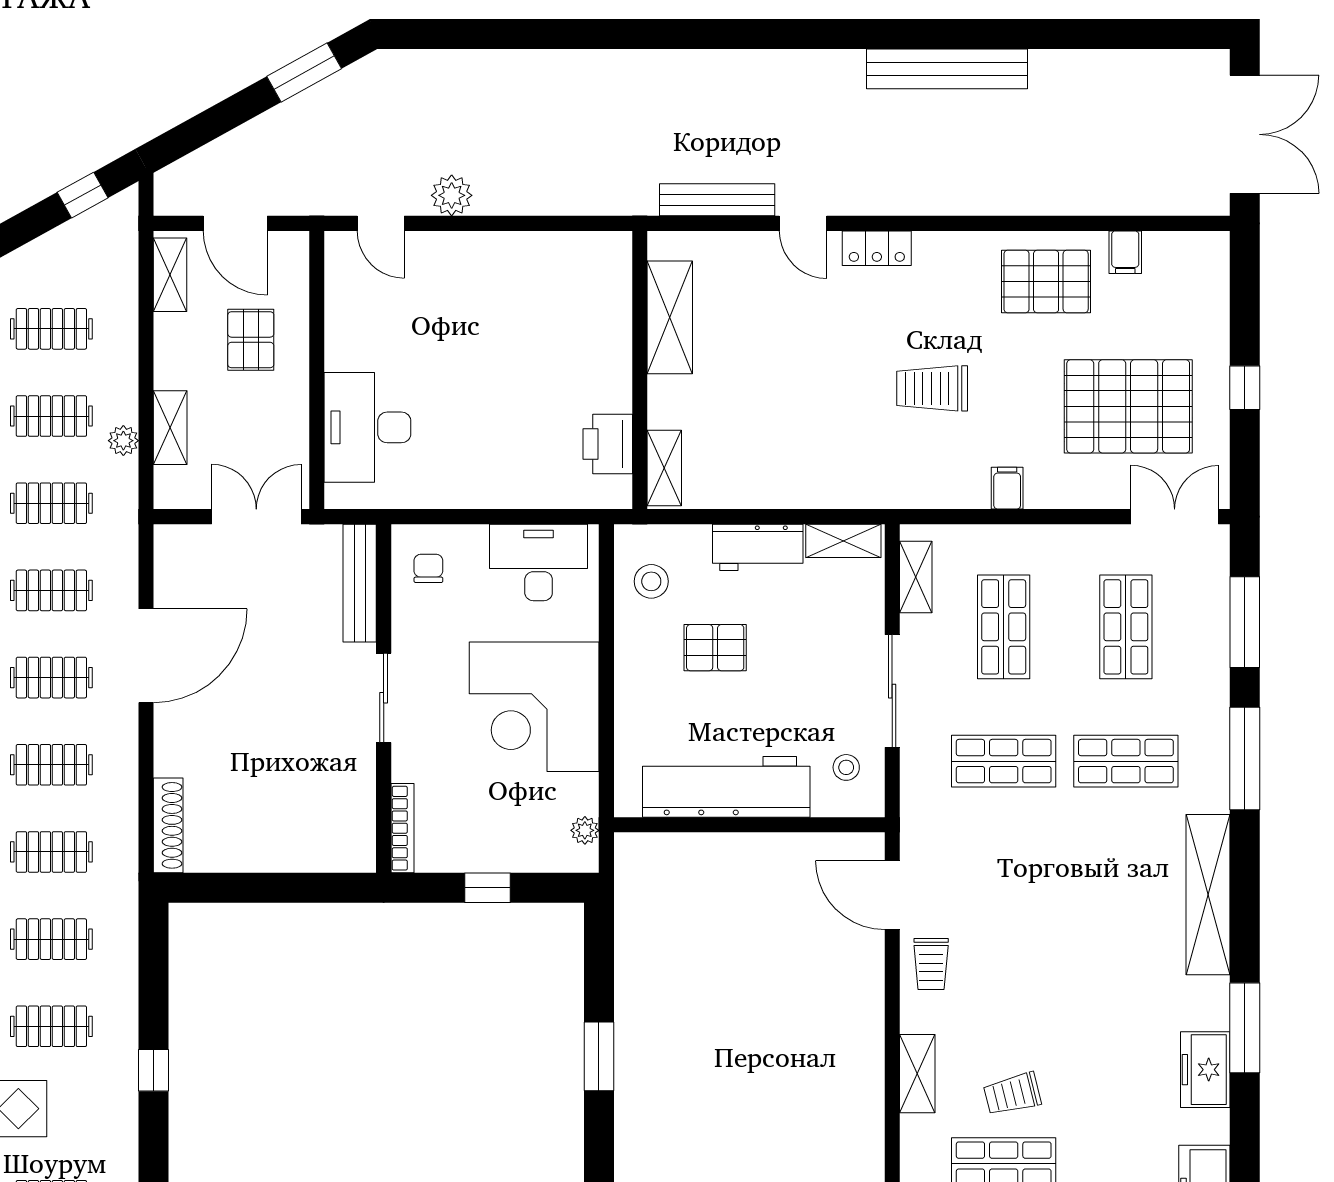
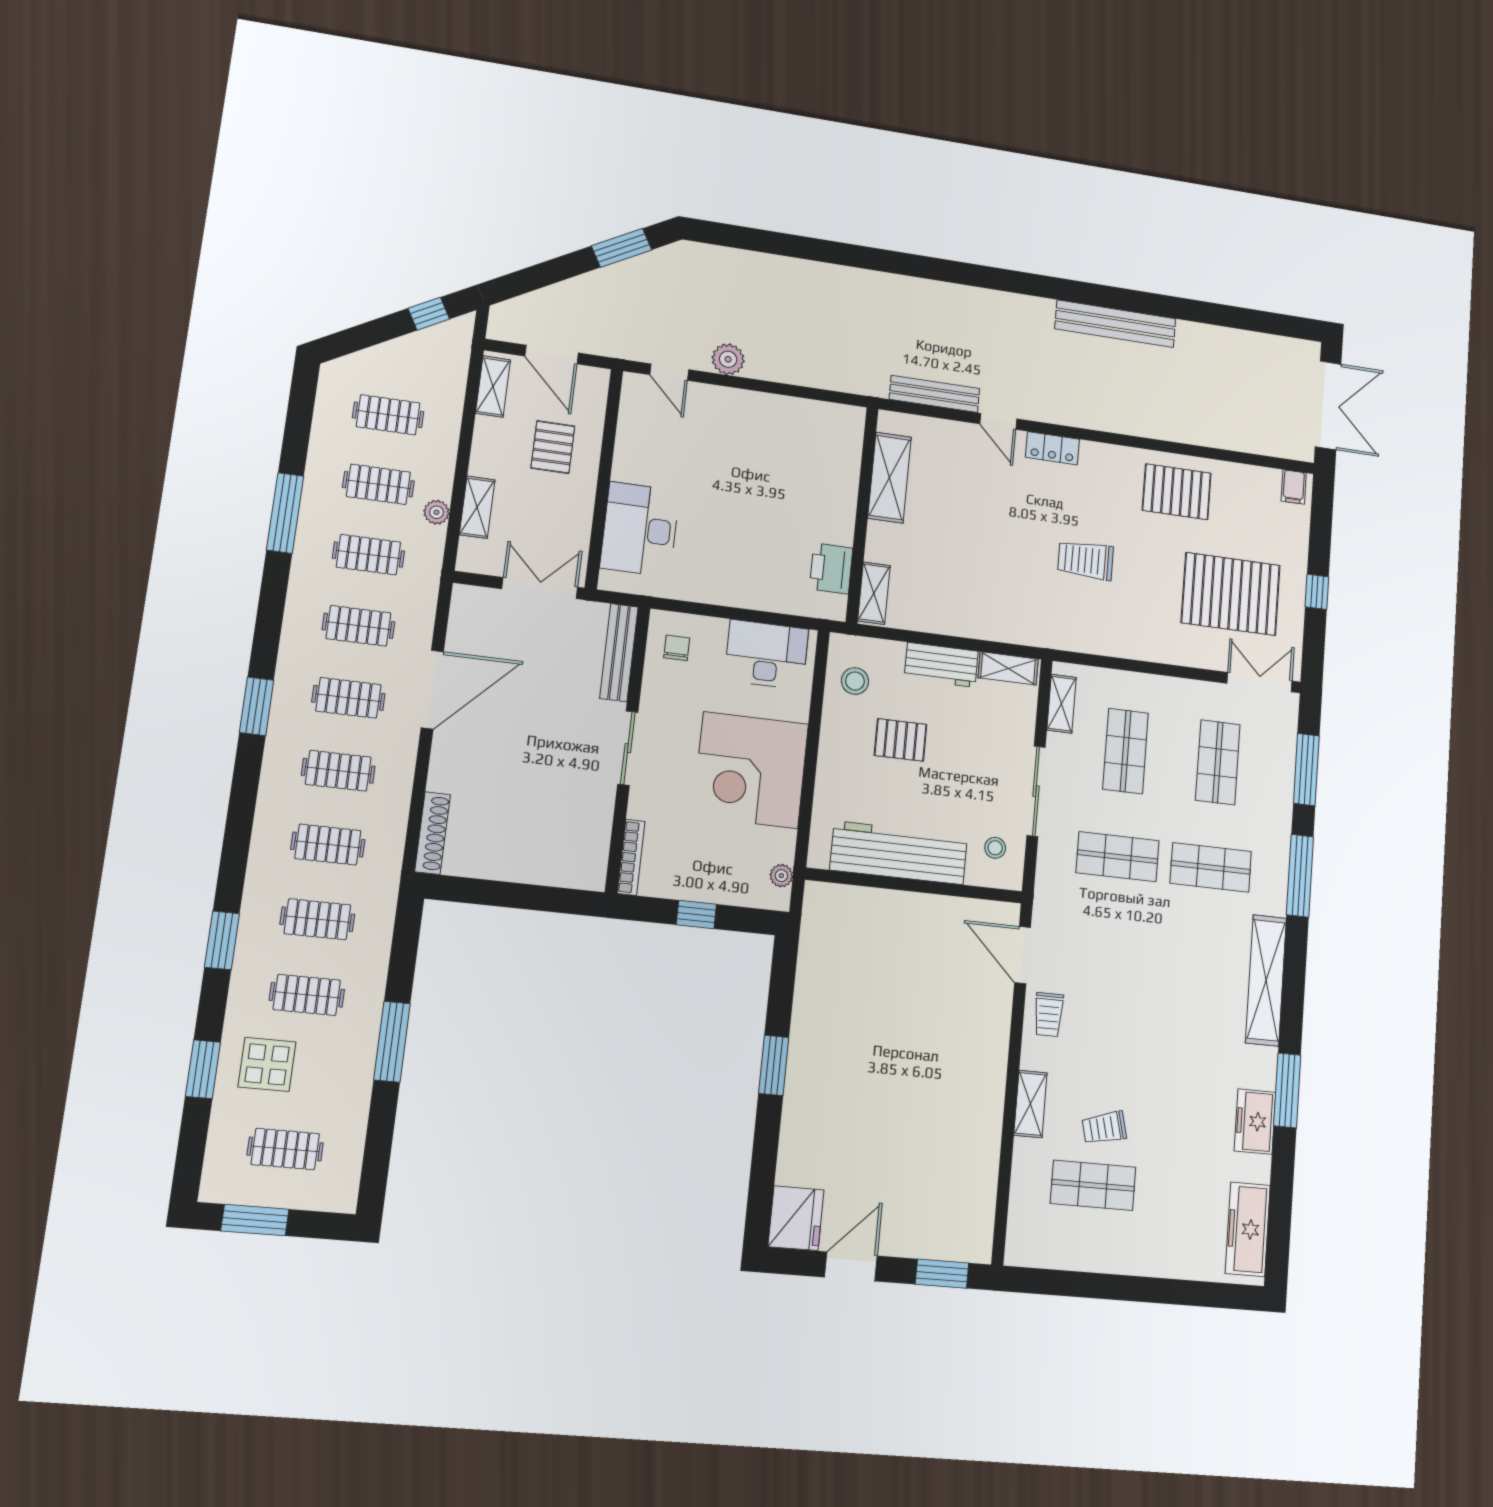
filing cabinet: (1125, 252) -> (1294, 487), moved
filing cabinet: (1007, 488) -> (1136, 644), removed
window: (153, 1070) -> (392, 1042), width x2.17

